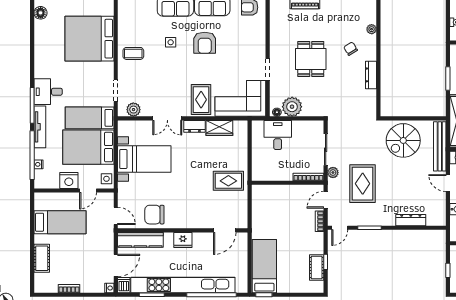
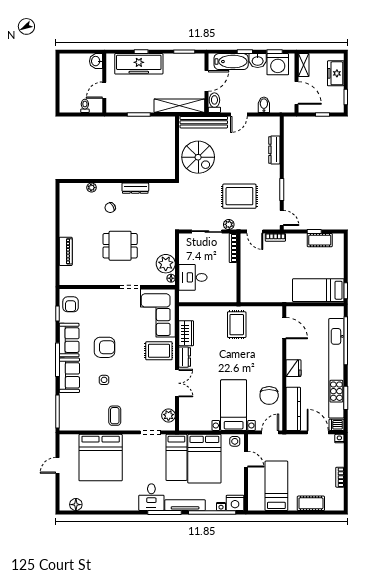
bed with nightstands: (144, 159) -> (234, 405), moved
nightstand: (69, 180) -> (235, 503), moved, turned 90

